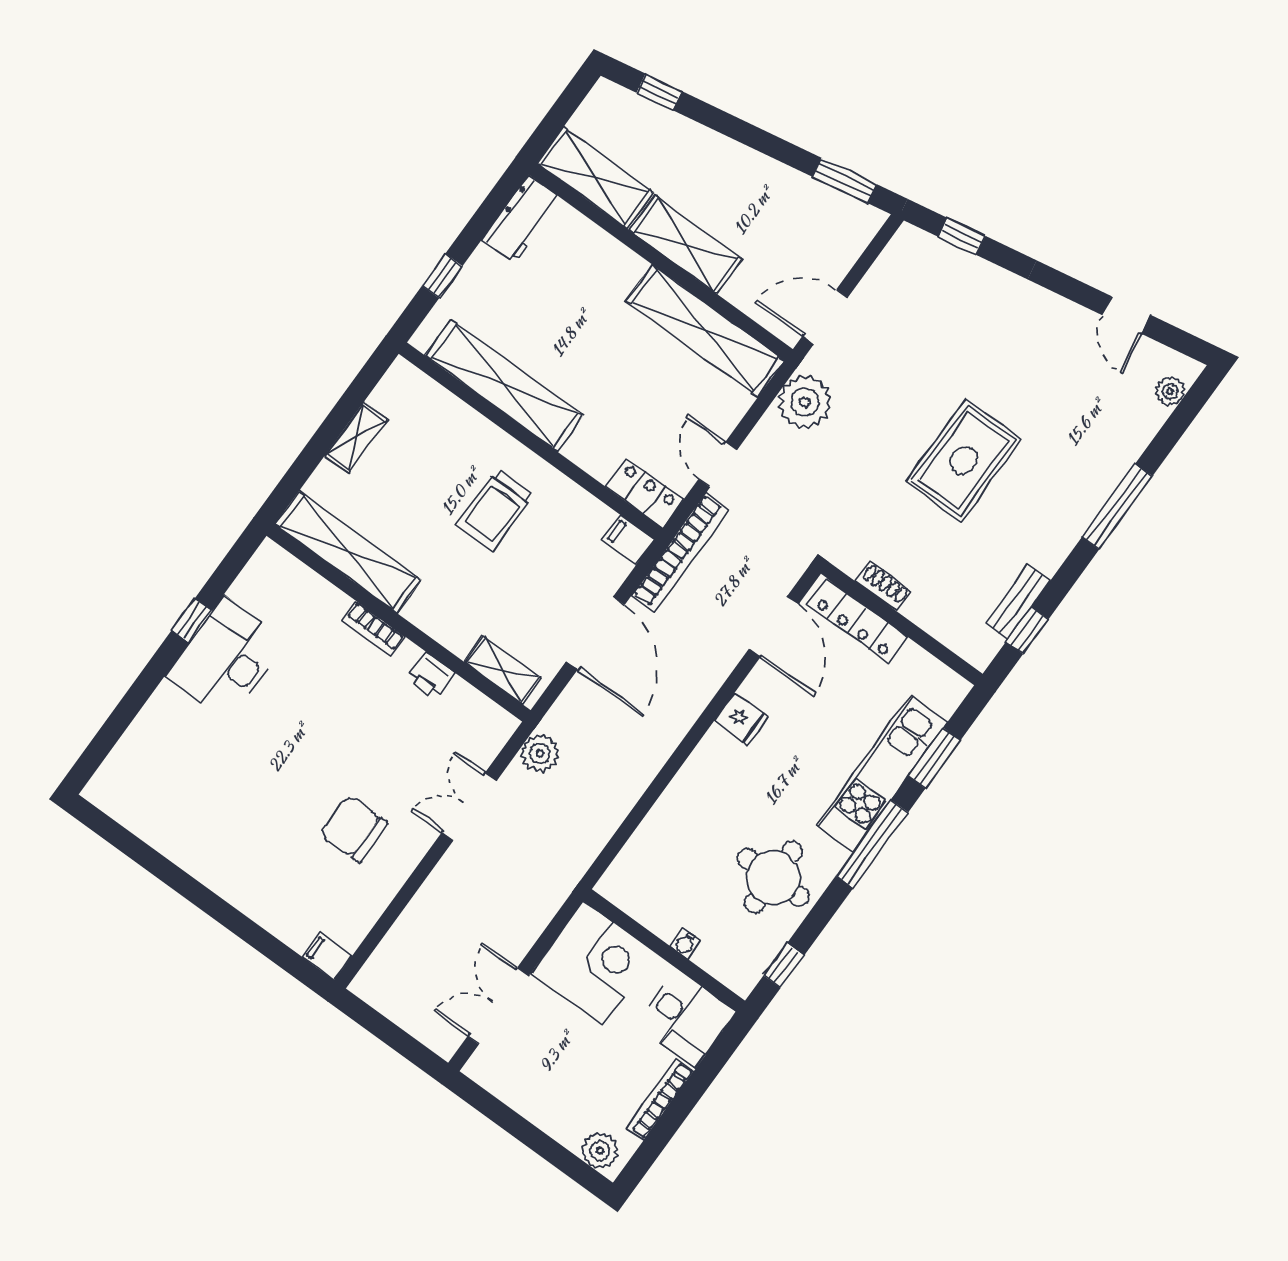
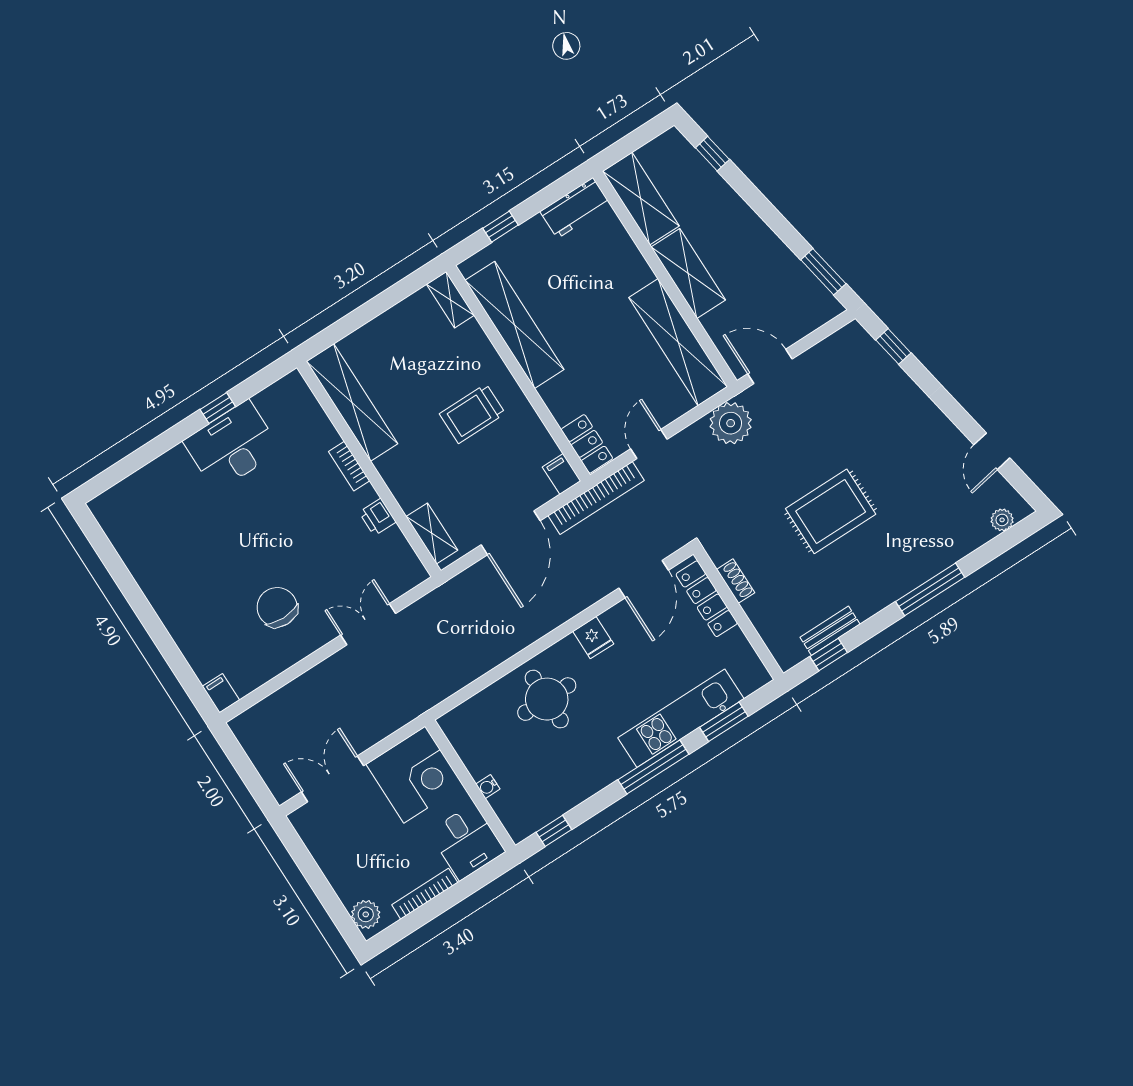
shelving: (356, 437) -> (450, 300), moved, turned 90
plant: (540, 753) -> (435, 605), removed
round table: (773, 877) -> (547, 699), moved

